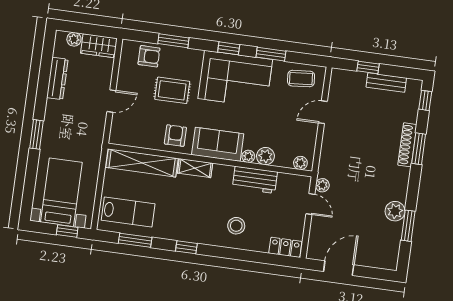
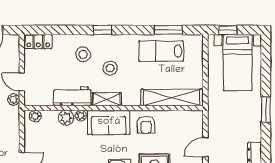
shelving: (195, 168) -> (107, 99), moved
stool: (208, 206) -> (110, 68), added
lab bench: (128, 212) -> (161, 51), moved
window: (186, 247) -> (102, 30), moved

